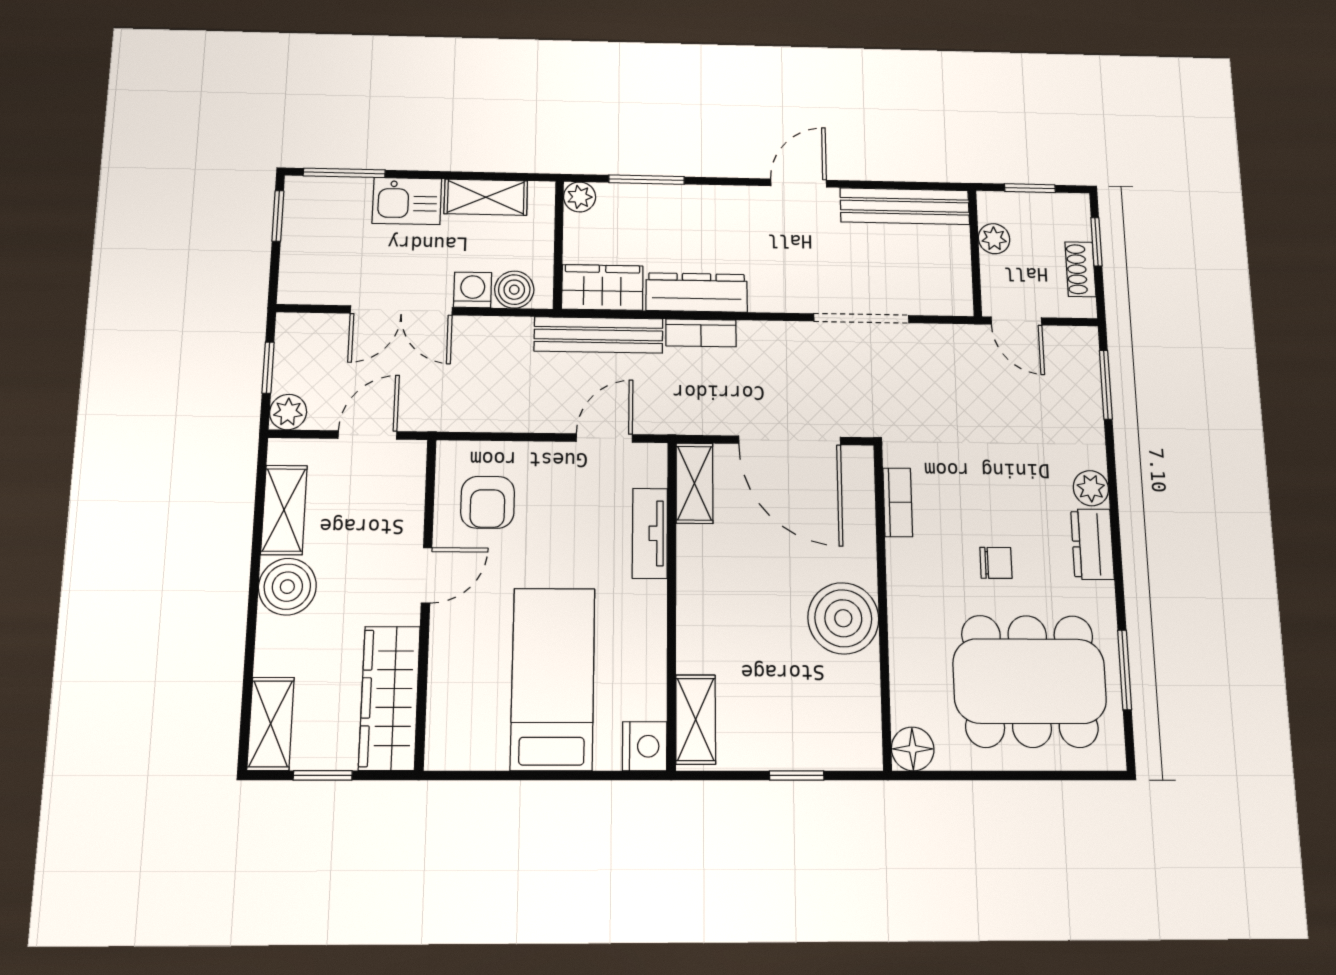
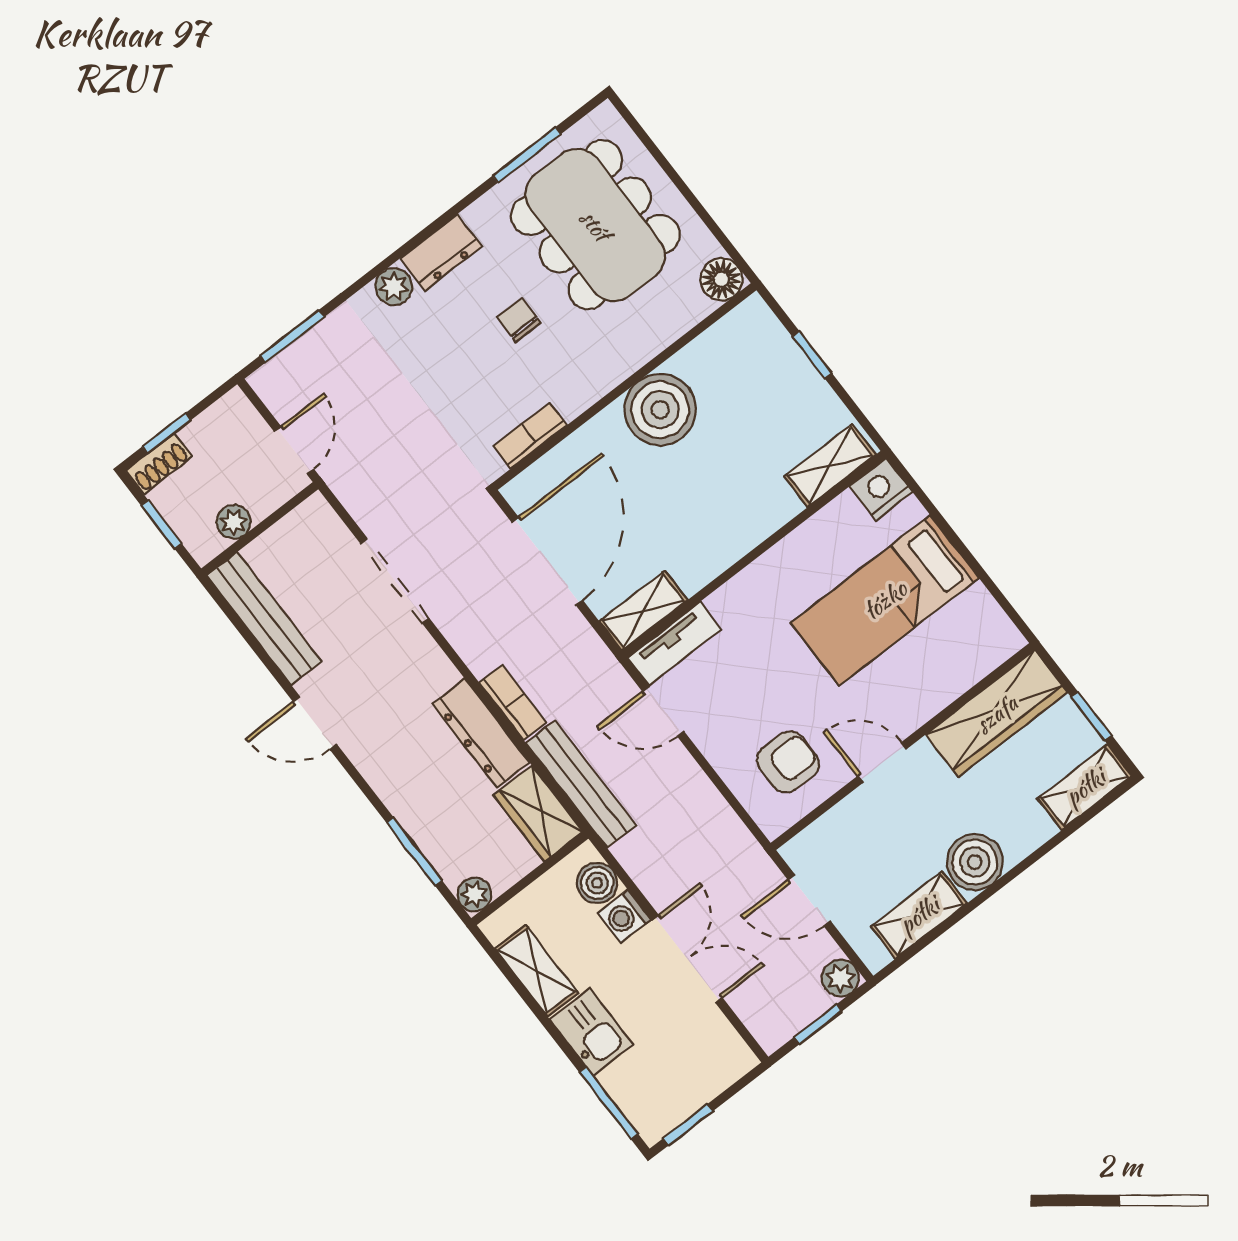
shoe rack: (1080, 269) -> (159, 464), moved
tv unit: (650, 533) -> (674, 644), moved

